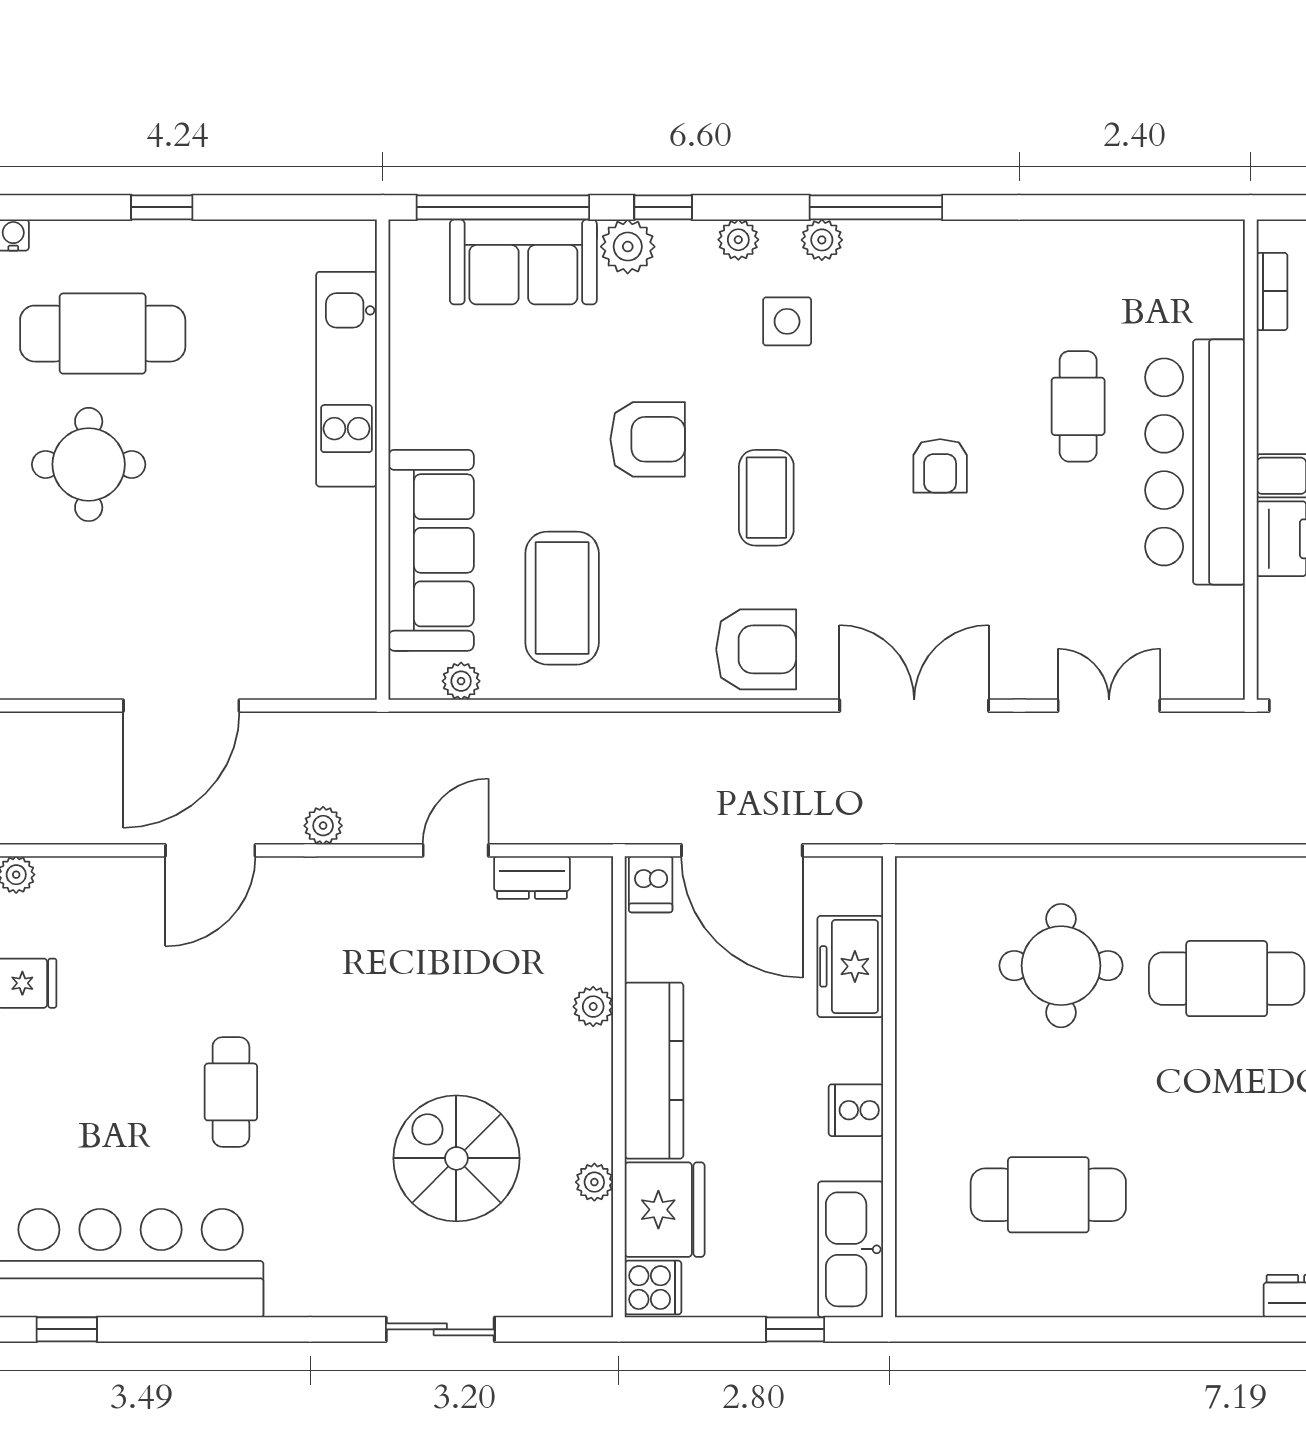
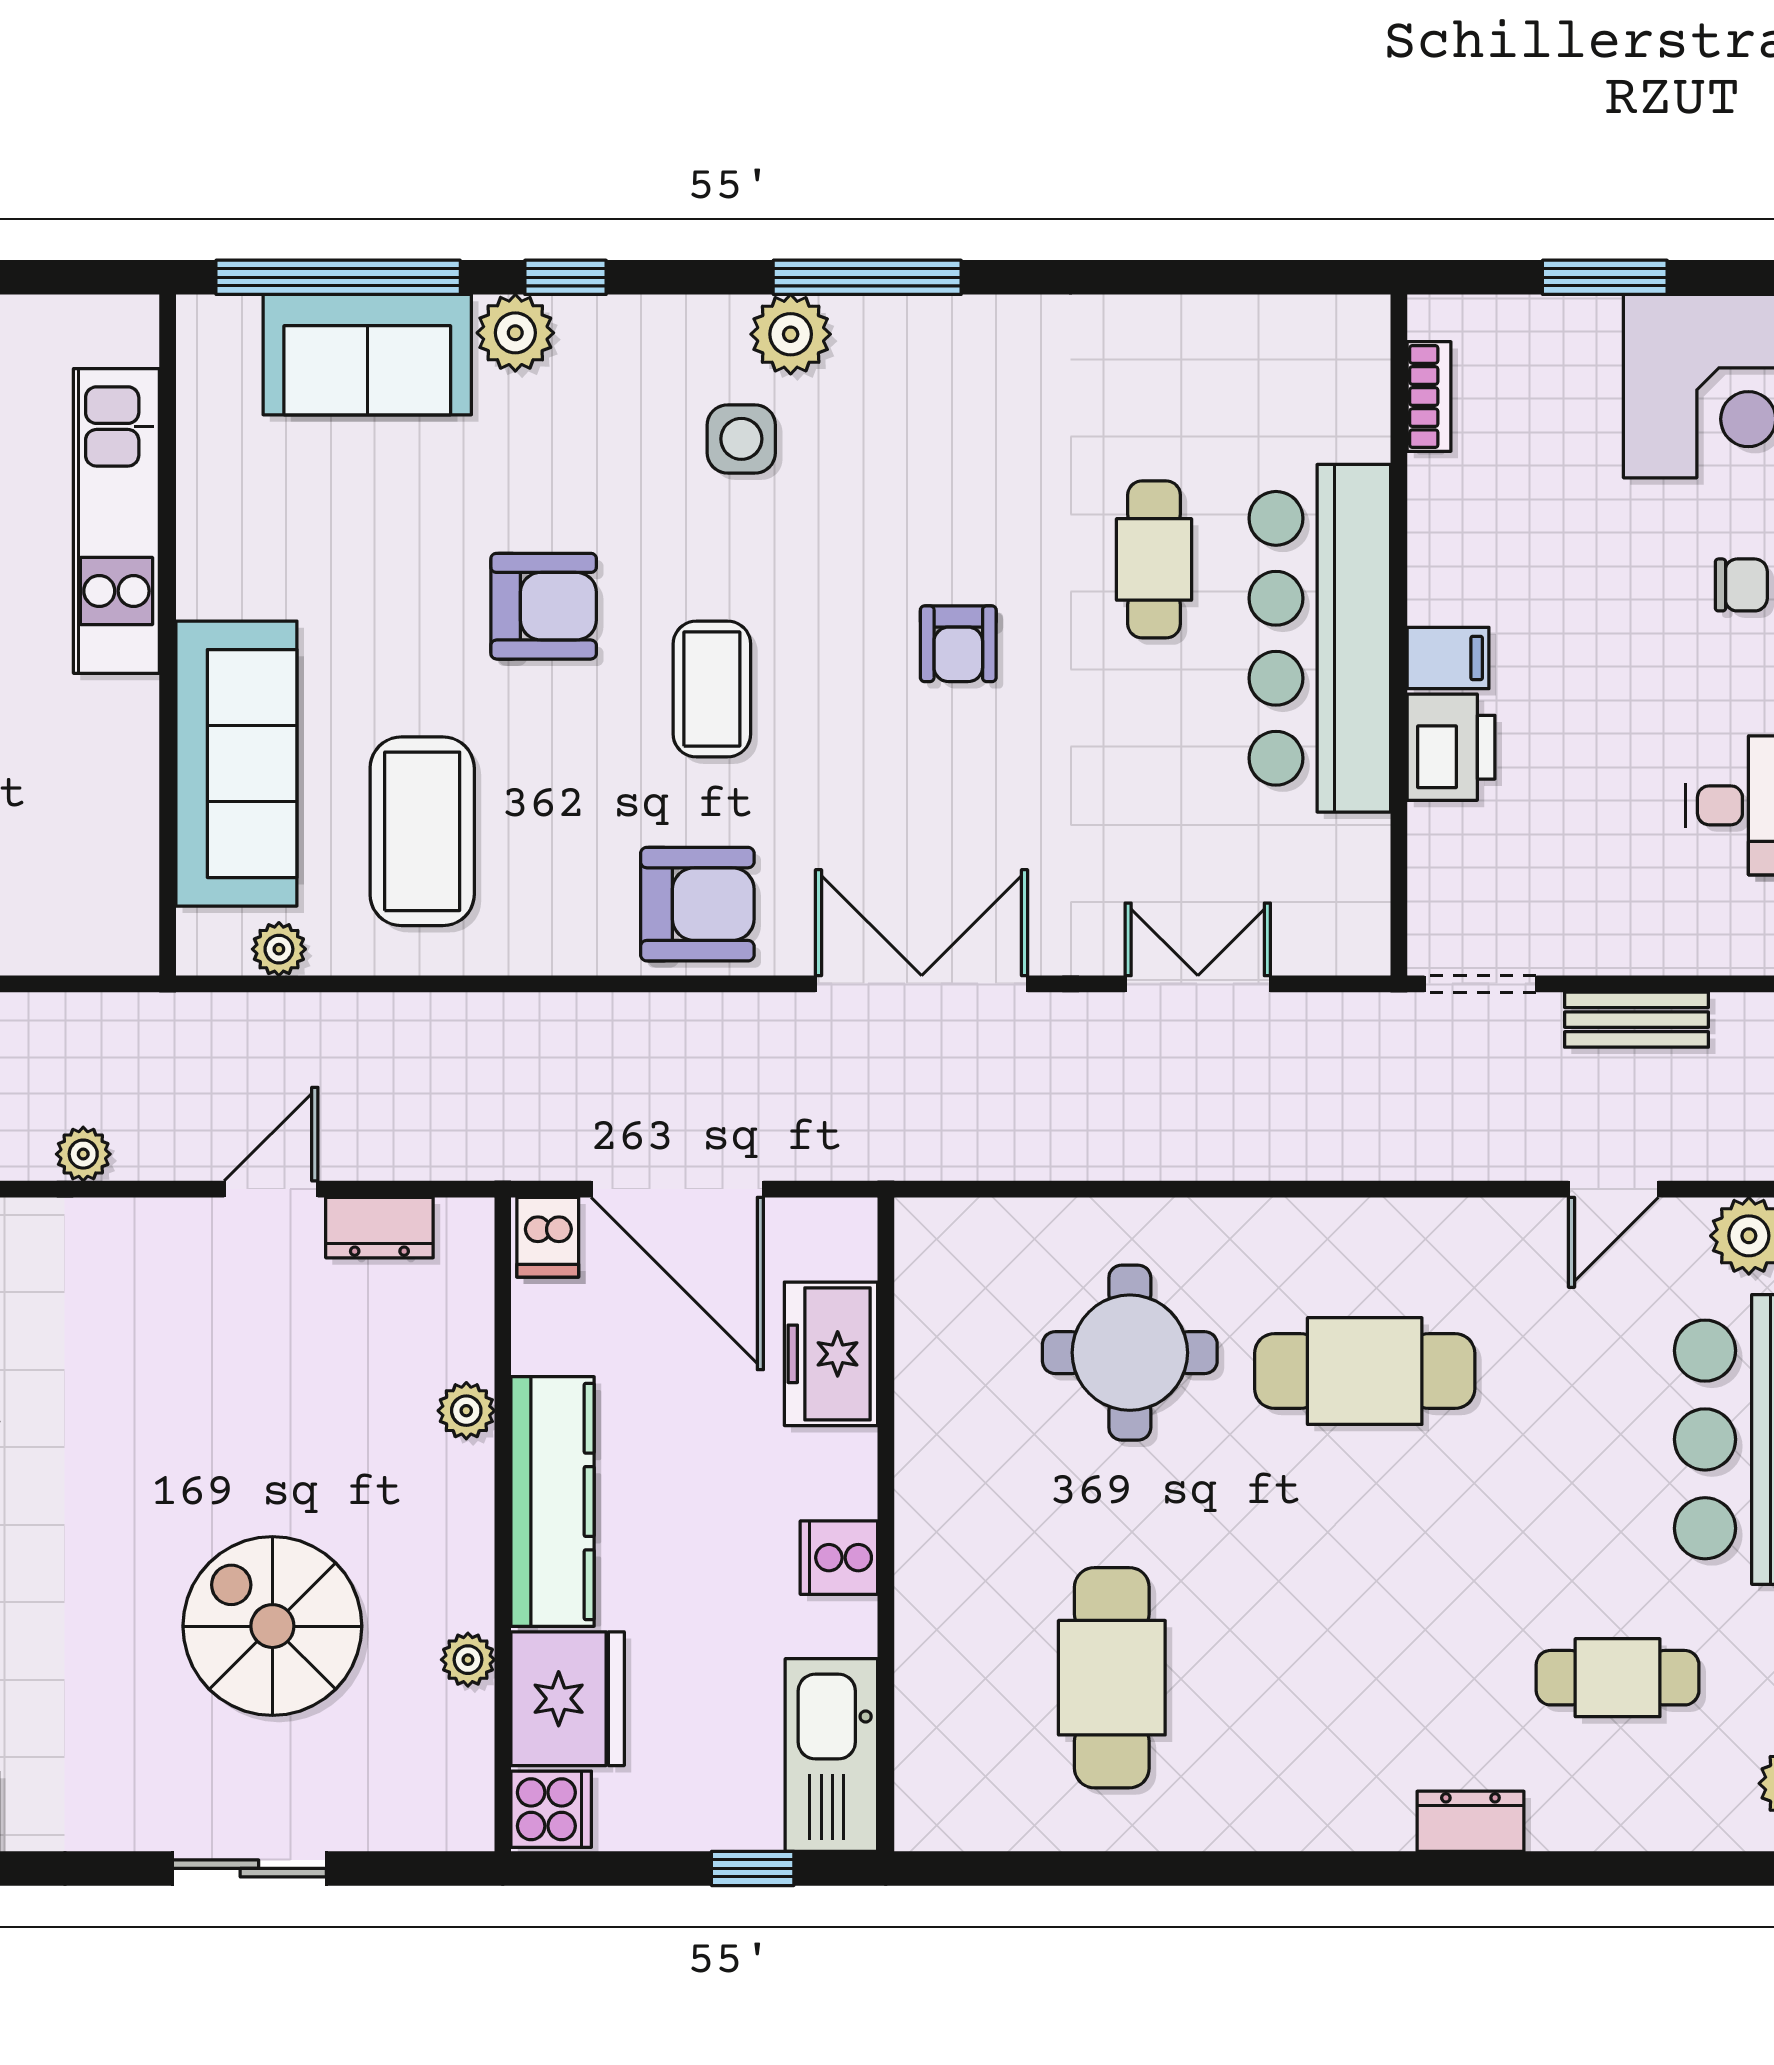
plant: (738, 240) -> (672, 323), removed
plant: (822, 240) -> (791, 334), width x1.38, depth x1.38
cafe table: (1048, 1195) -> (1112, 1678), turned 90

